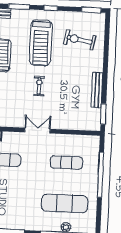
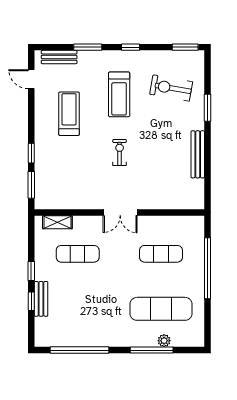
treadmill: (41, 43) -> (119, 94), width x0.73, depth x0.73
window: (103, 114) -> (207, 108), moved
double door: (38, 131) -> (120, 213), swing flipped

